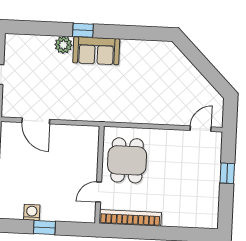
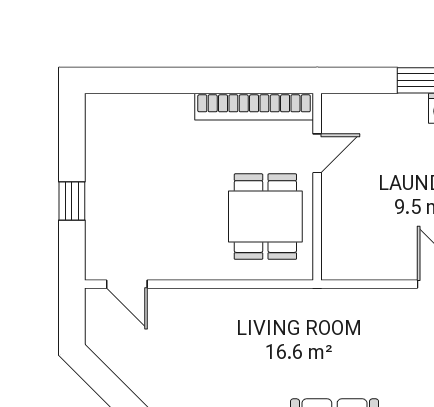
door: (201, 129) -> (127, 284), hinge flipped

